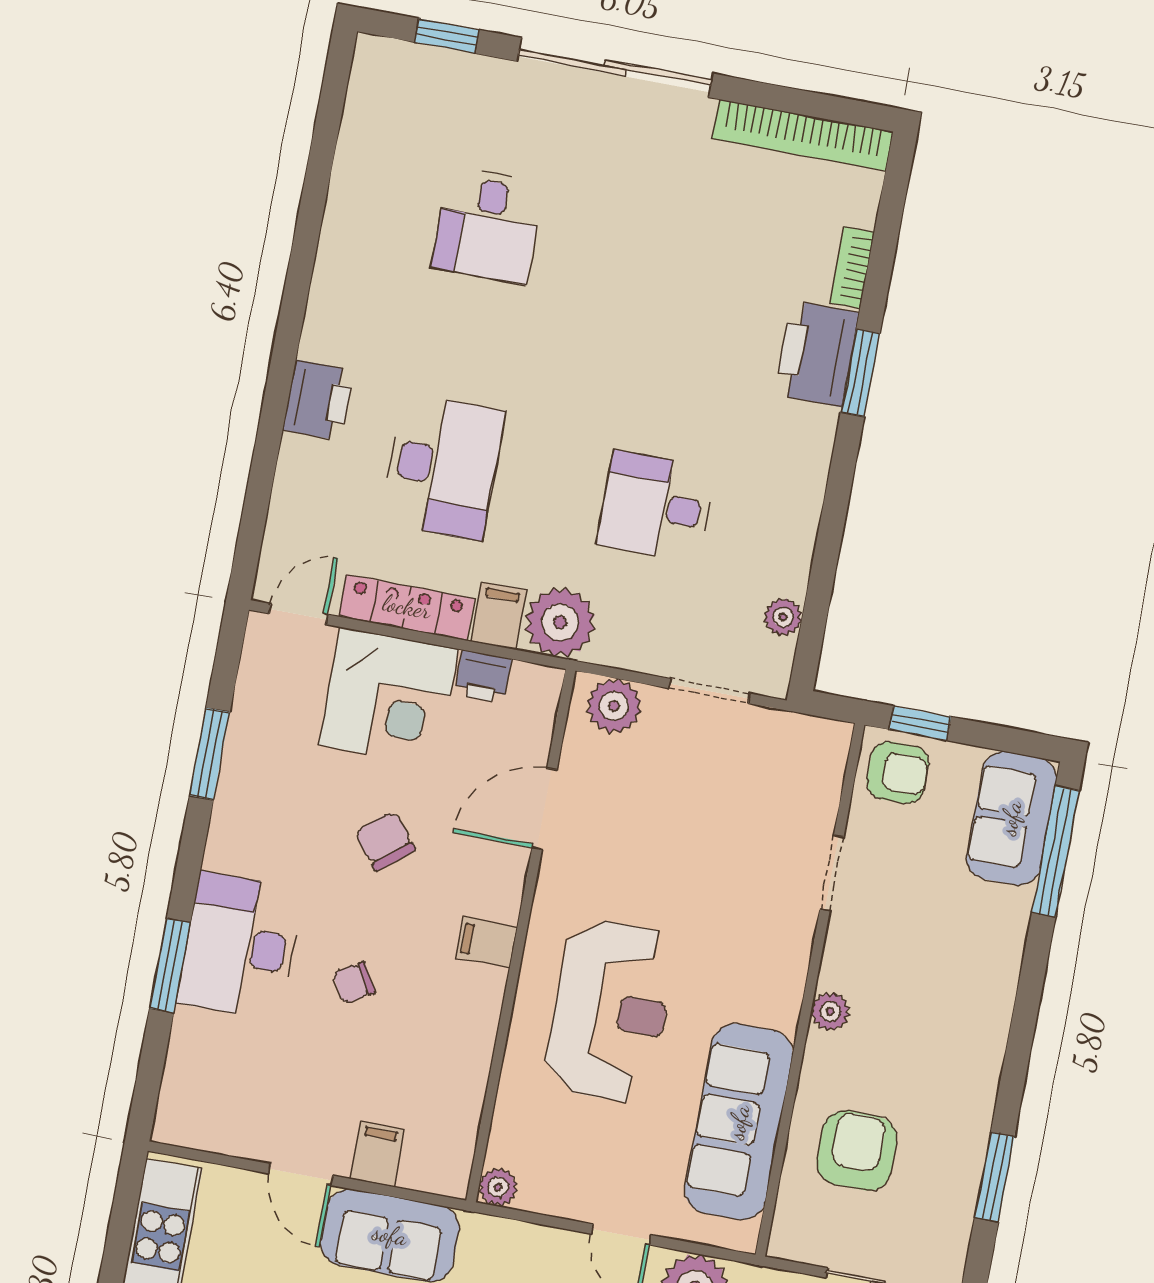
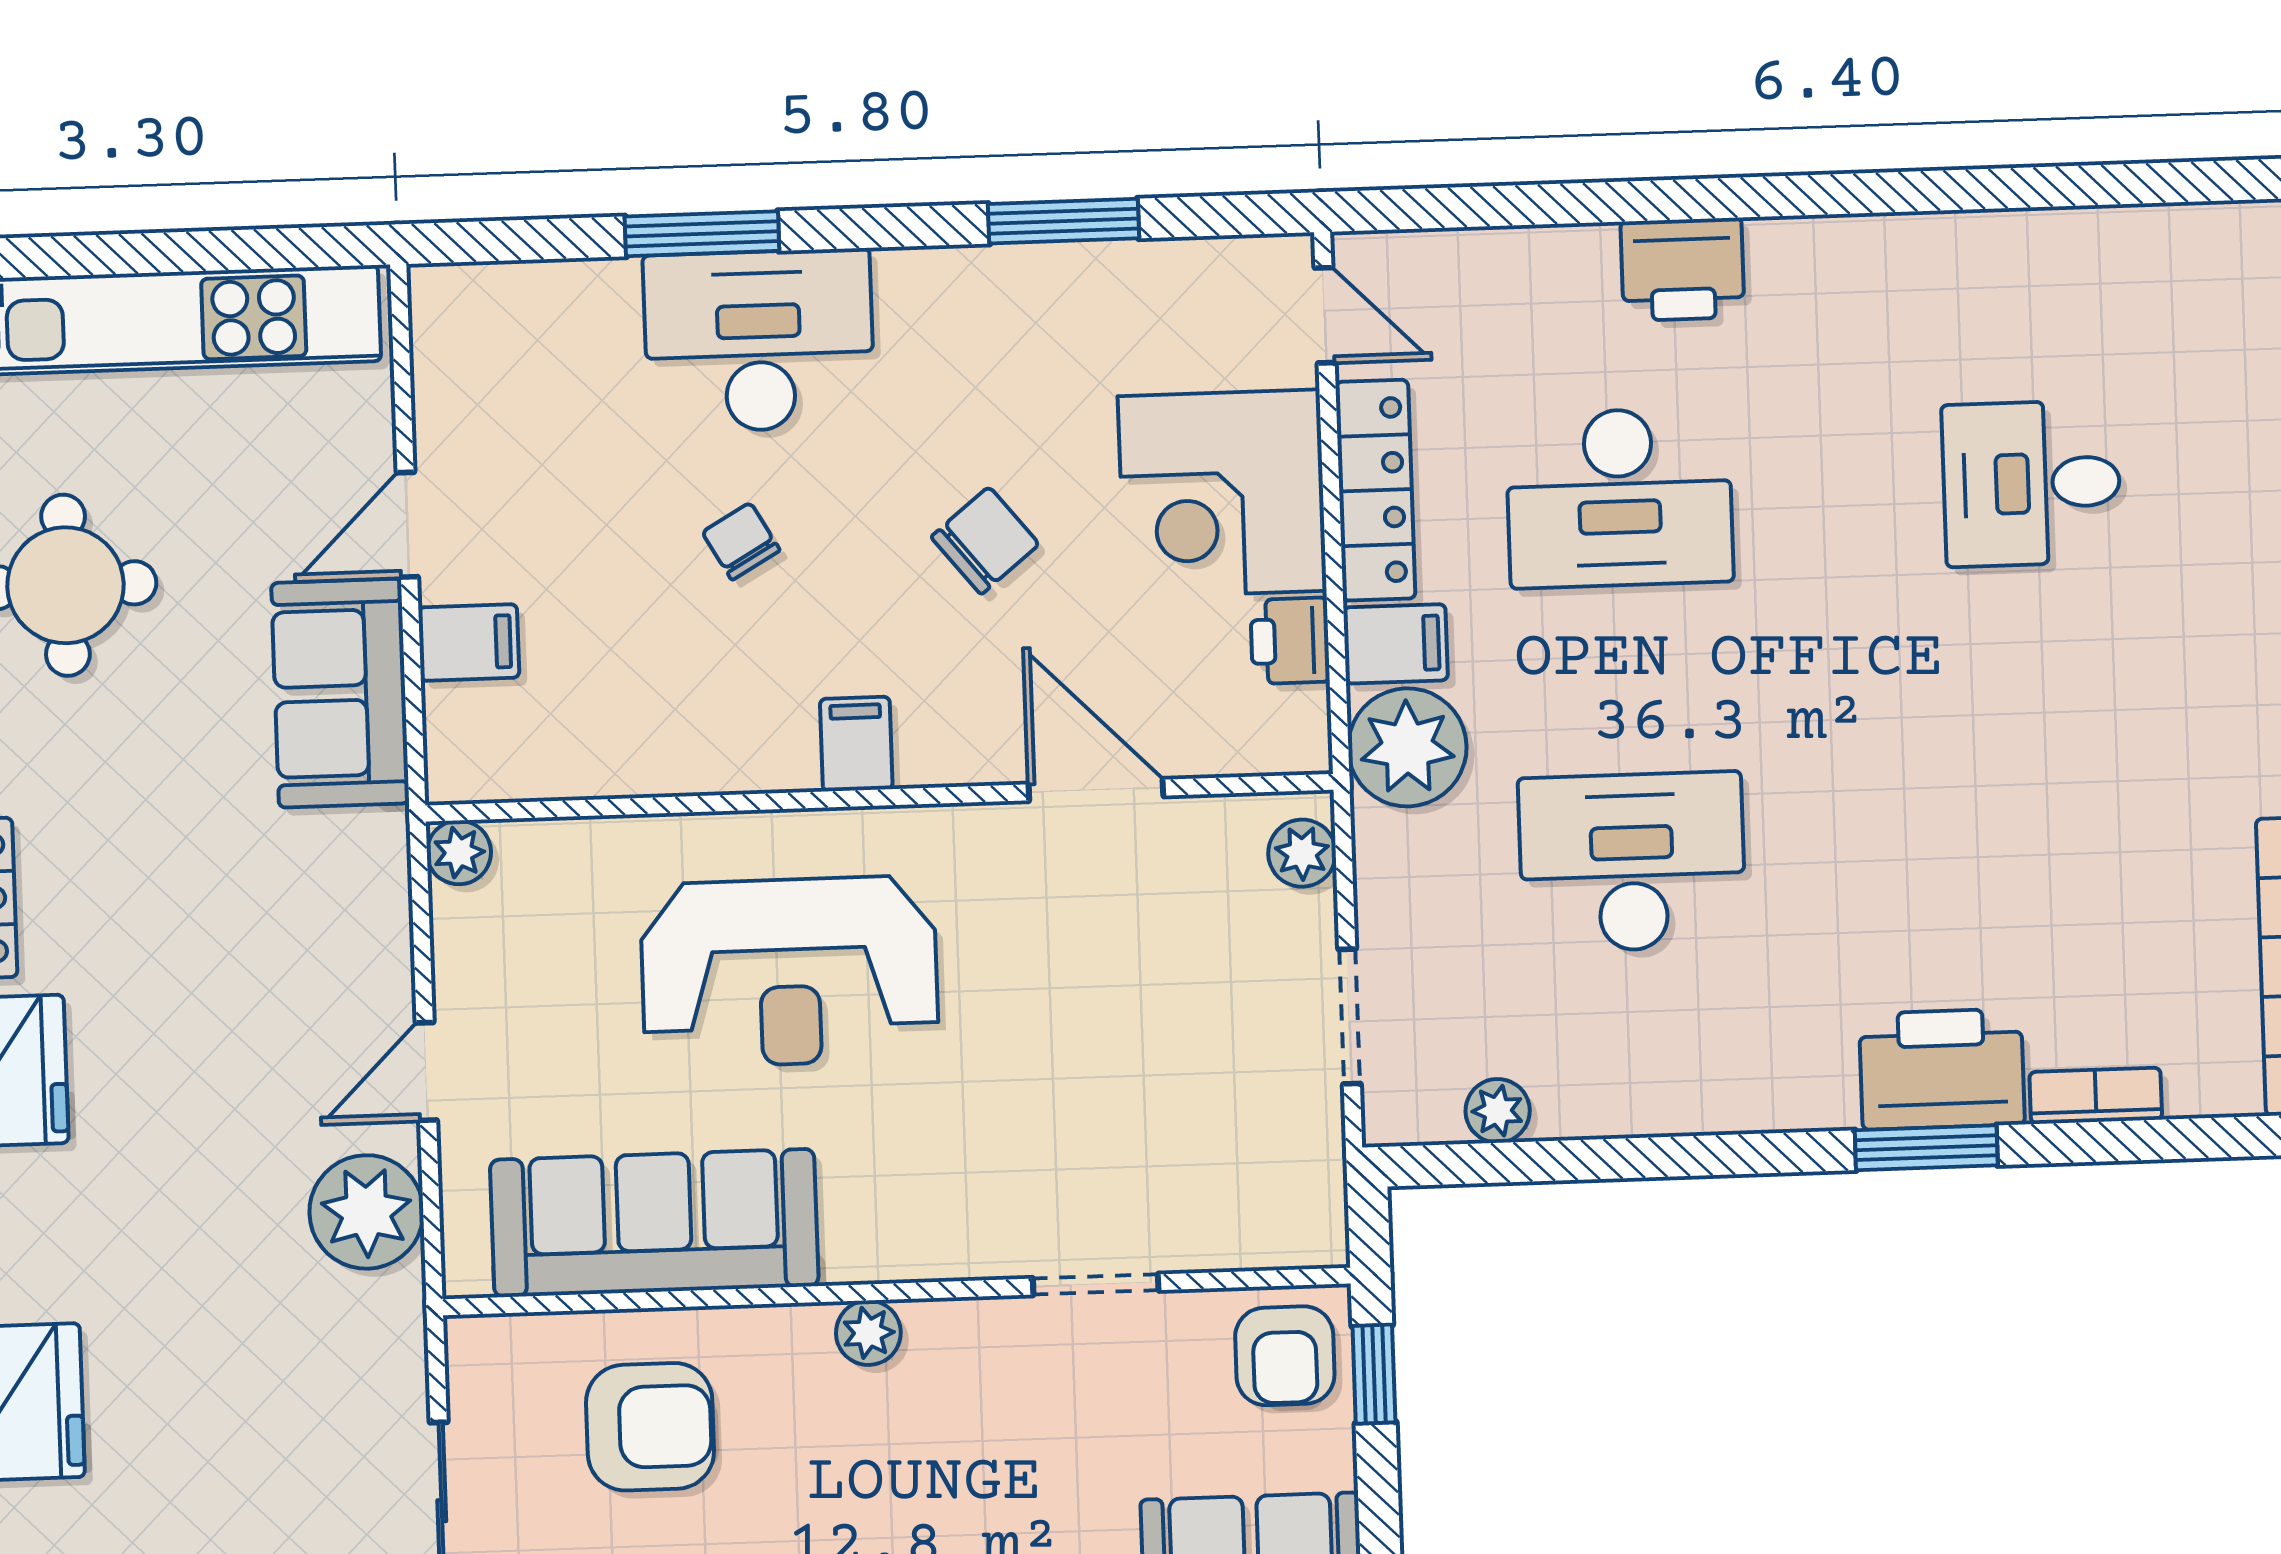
desk: (656, 507) -> (1632, 862), width x1.37
plant: (614, 706) -> (1302, 853), width x0.73, depth x0.73

